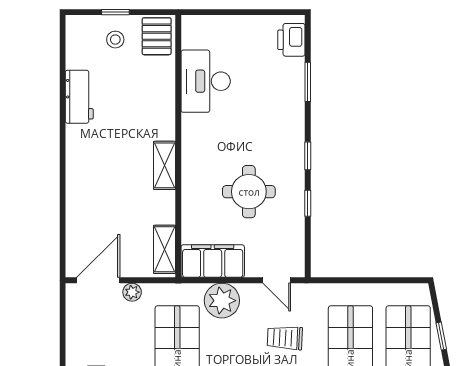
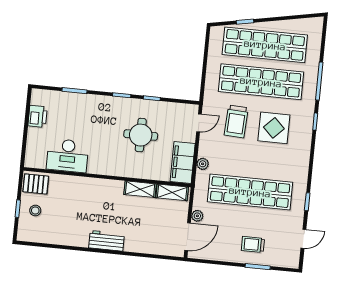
printer: (291, 40) -> (38, 116), moved, turned -90
workbench: (79, 97) -> (107, 241), moved
shelving: (165, 165) -> (140, 189), moved
door: (98, 280) -> (188, 237), swing flipped
plant: (222, 301) -> (203, 164), width x0.53, depth x0.53
trolley: (285, 338) -> (236, 121), width x1.36, depth x1.39

